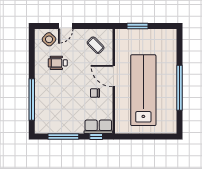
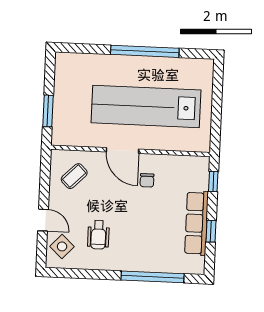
door: (114, 76) -> (122, 150), hinge flipped
row of seats: (98, 127) -> (196, 223), moved, width x1.48
window: (63, 137) -> (211, 231), width x0.46

